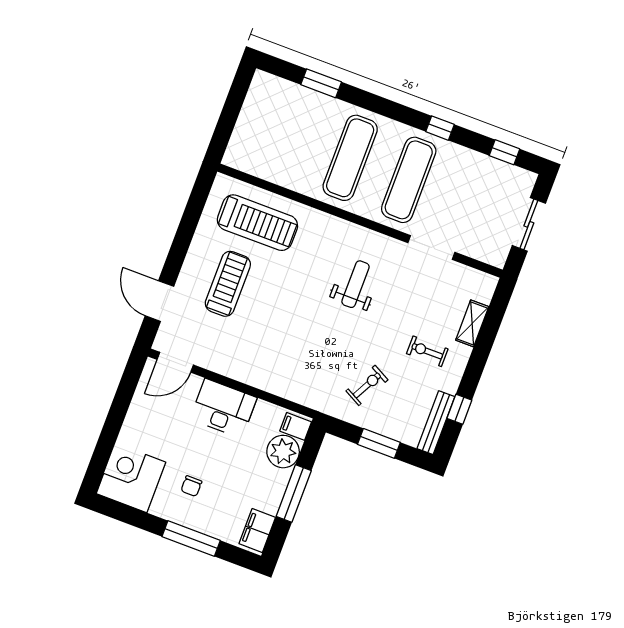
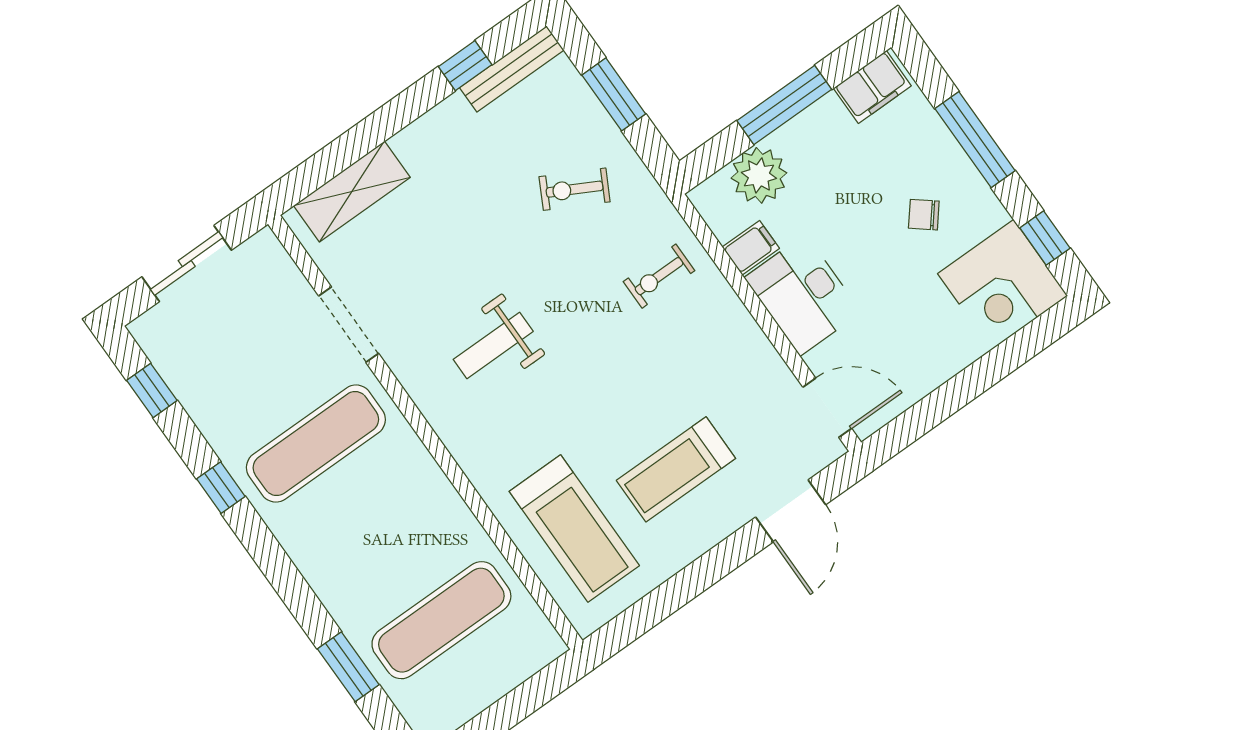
exercise mat: (350, 158) -> (441, 620), moved
treadmill: (257, 223) -> (574, 529), turned 180
shelving: (472, 323) -> (352, 192), width x1.50, depth x1.33
exercise bike: (427, 351) -> (659, 276), moved, turned 90
filing cabinet: (296, 426) -> (751, 248), moved, turned -90
chair: (191, 486) -> (924, 215), turned -141
window: (126, 514) -> (1045, 238), added

